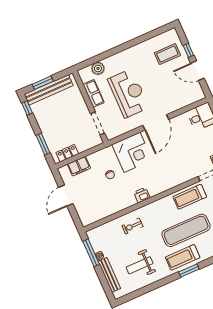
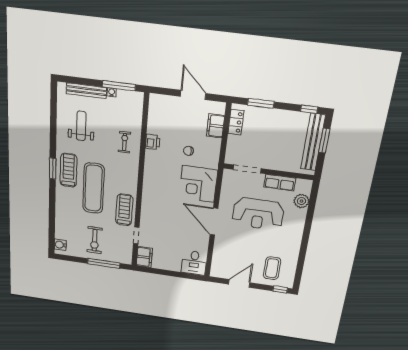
window: (188, 50) -> (280, 289), moved
printer: (142, 195) -> (153, 142), moved

